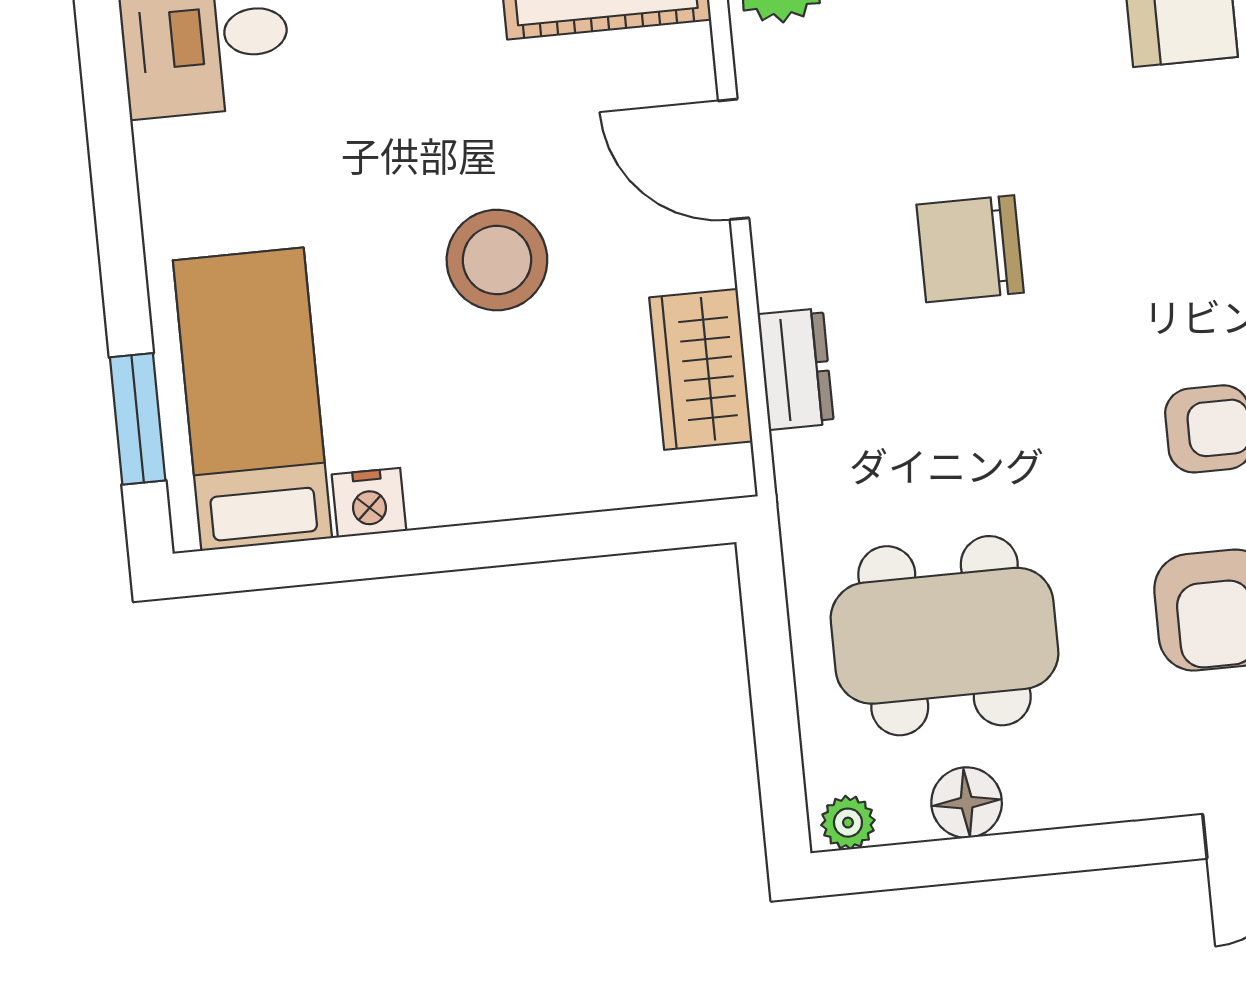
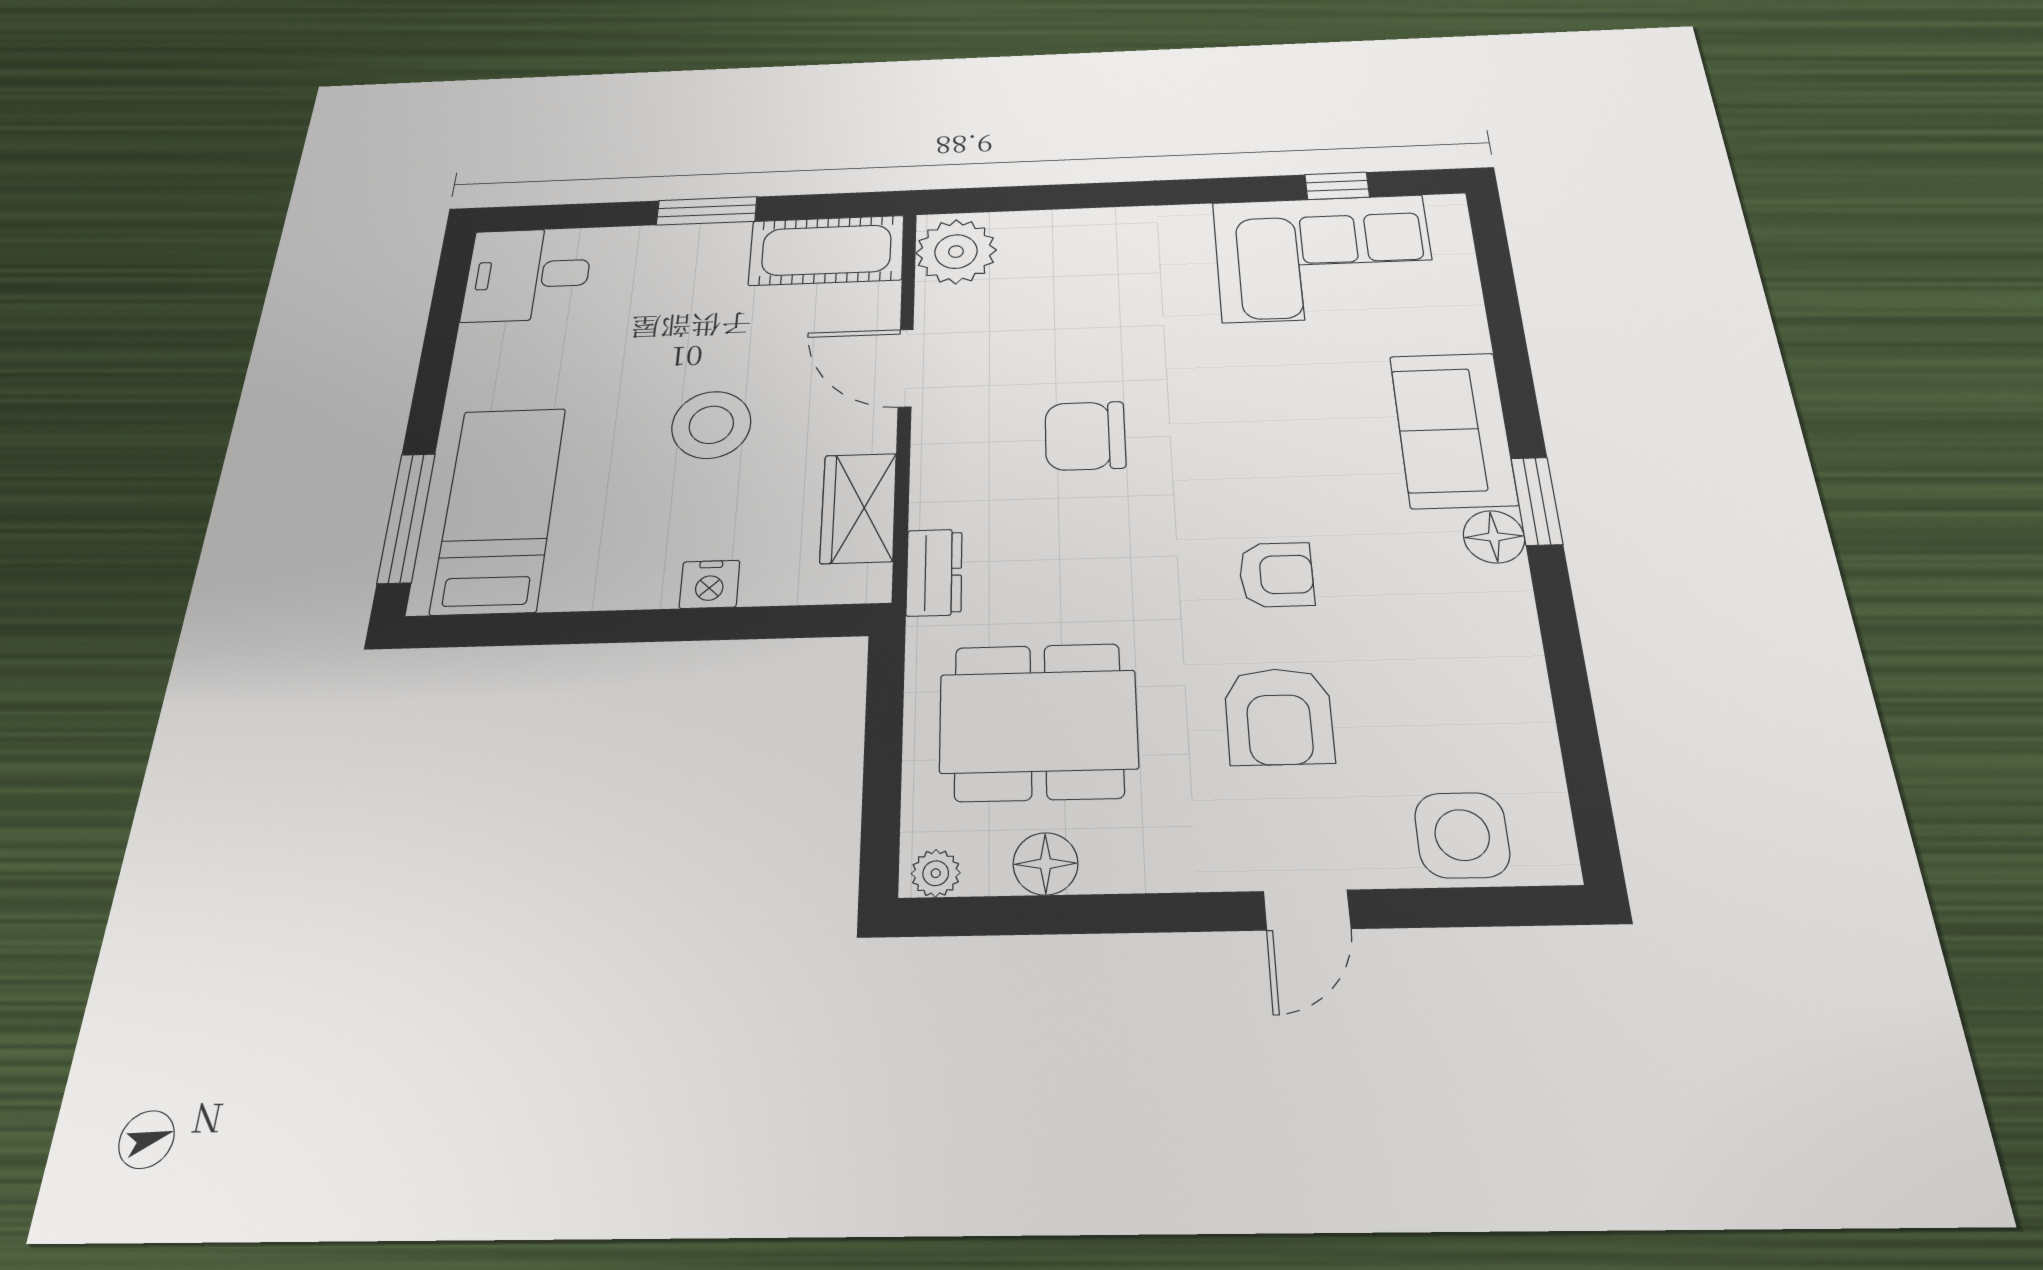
dresser: (796, 369) -> (934, 572), moved
window: (138, 419) -> (406, 518), width x1.44
nightstand: (369, 503) -> (710, 584), moved

